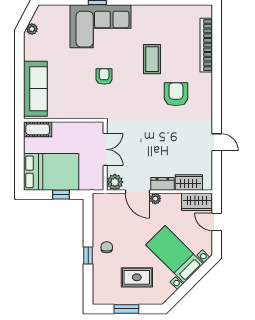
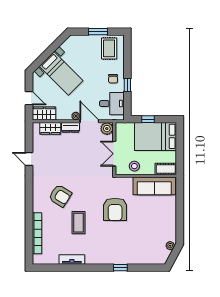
tv unit: (161, 11) -> (72, 259), added
corner sofa: (100, 26) -> (118, 248), removed
armchair: (104, 76) -> (115, 209), width x1.88, depth x1.88
sofa: (35, 89) -> (154, 186), moved, turned -90
armchair: (176, 94) -> (60, 196), turned -58
stool: (79, 133) -> (134, 166), added
desk: (108, 215) -> (112, 104), added
window: (88, 255) -> (127, 85), moved
rug: (137, 277) -> (109, 48), moved, turned 90

